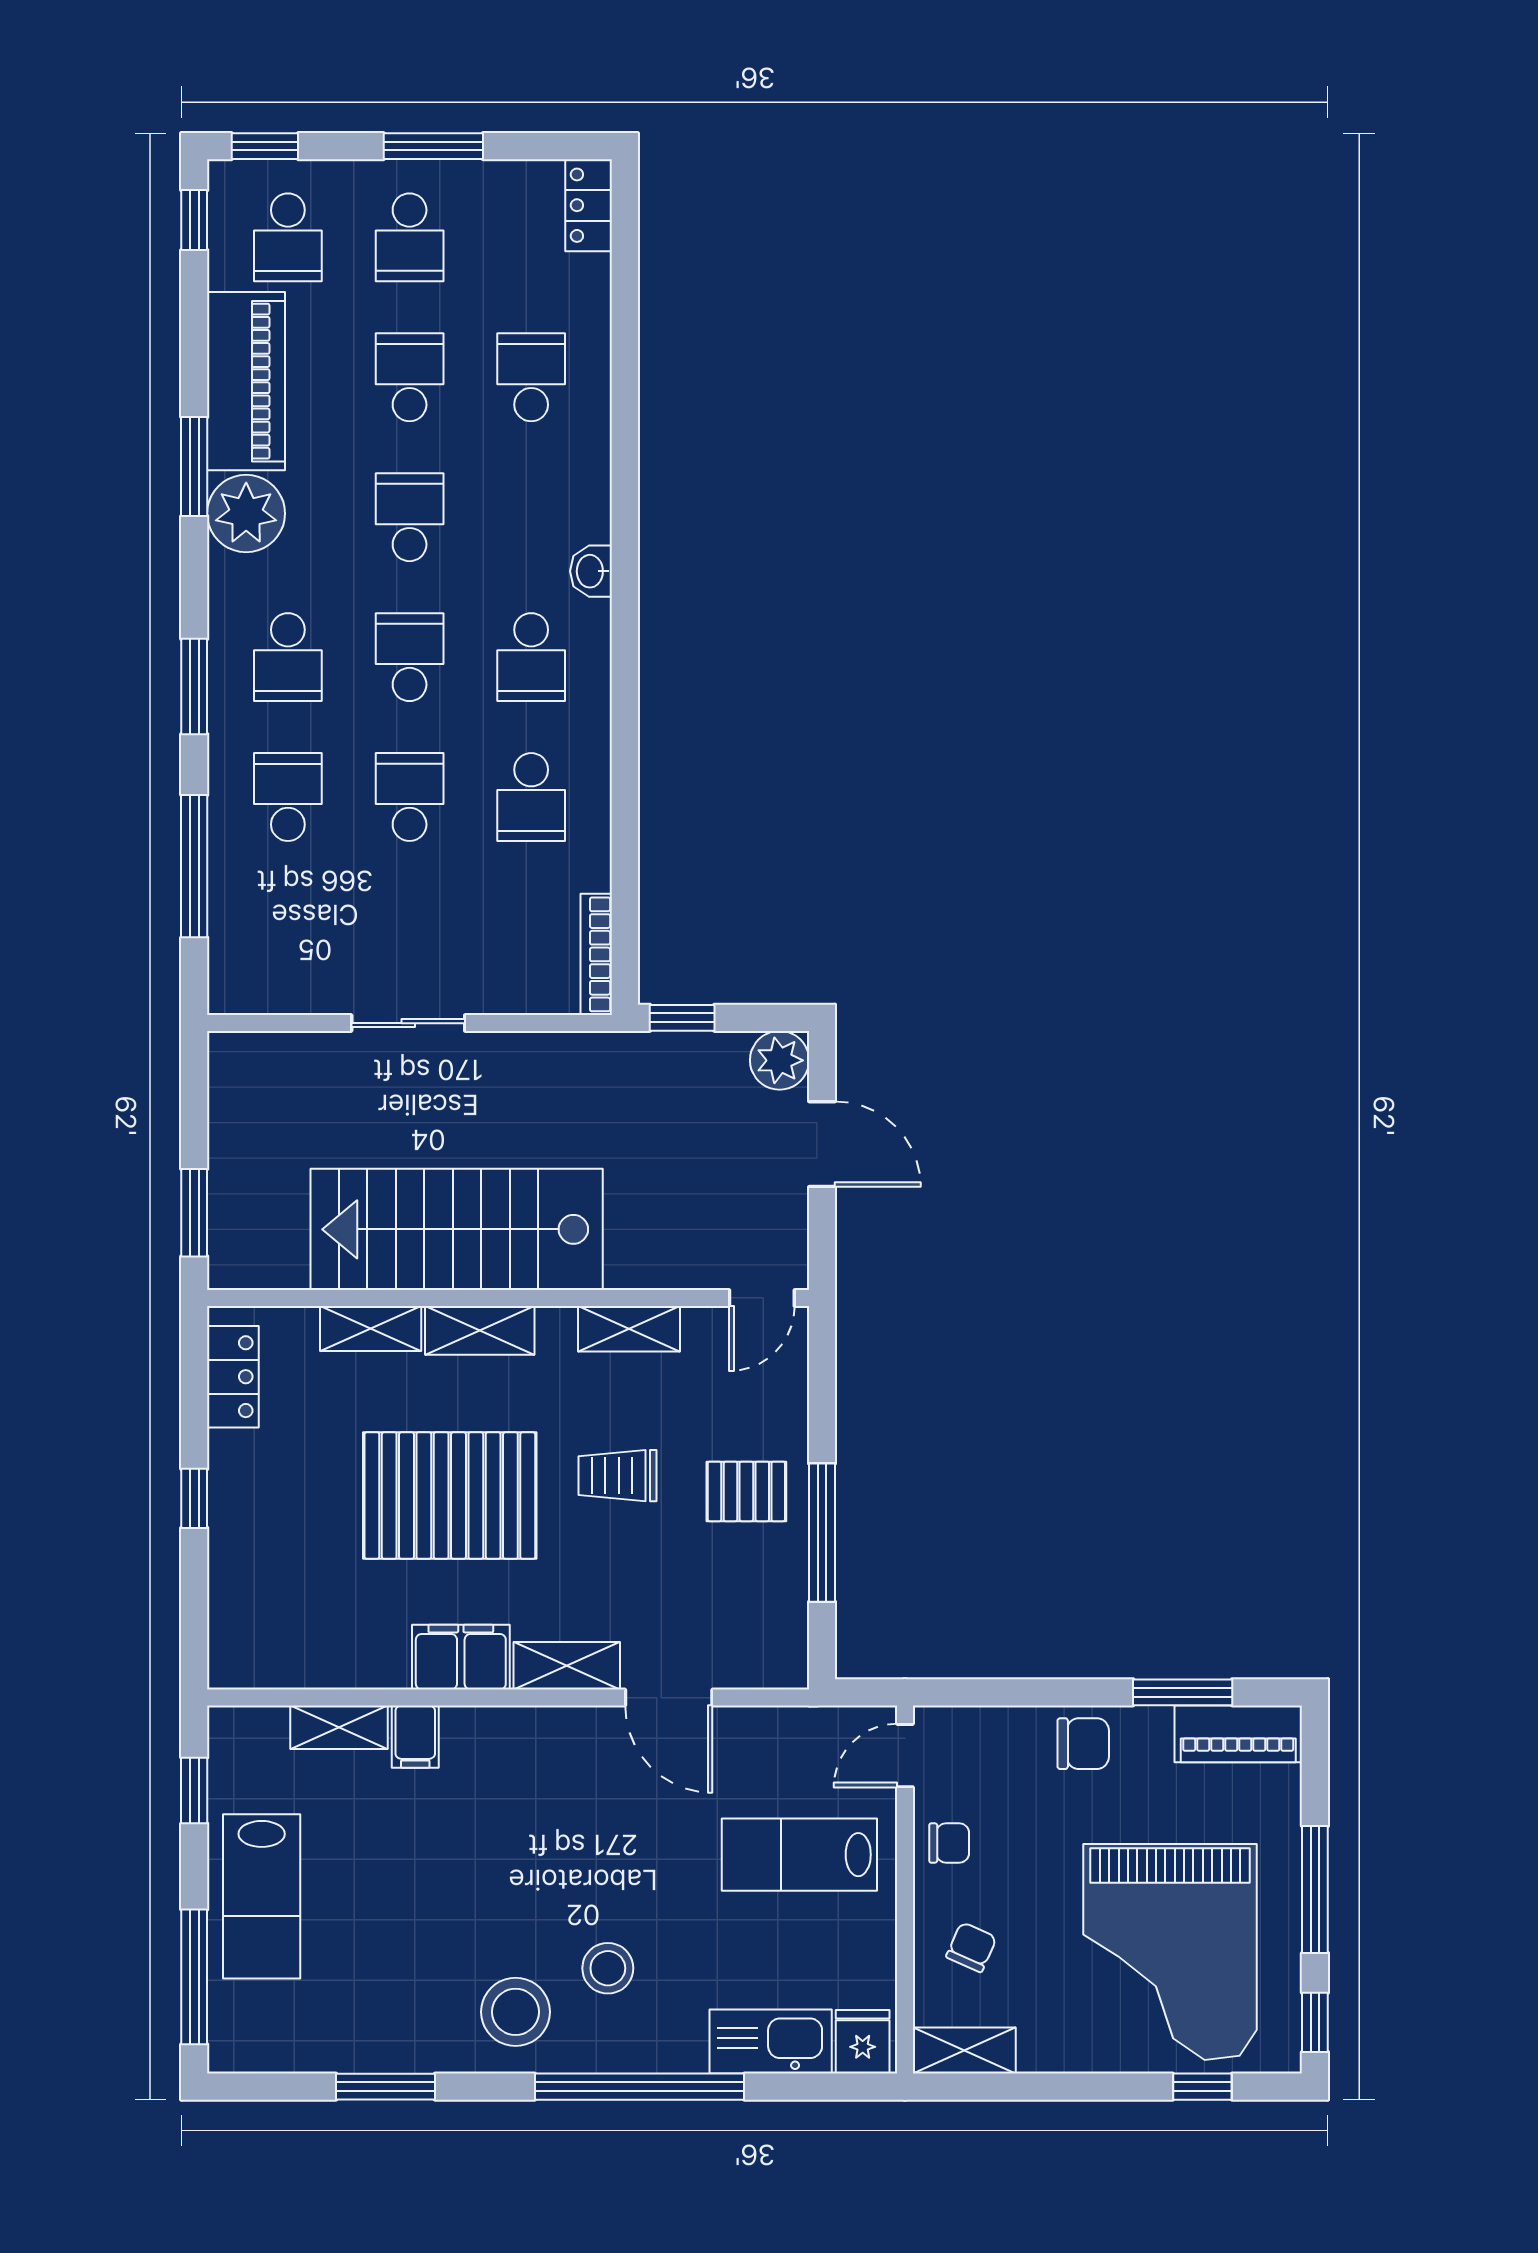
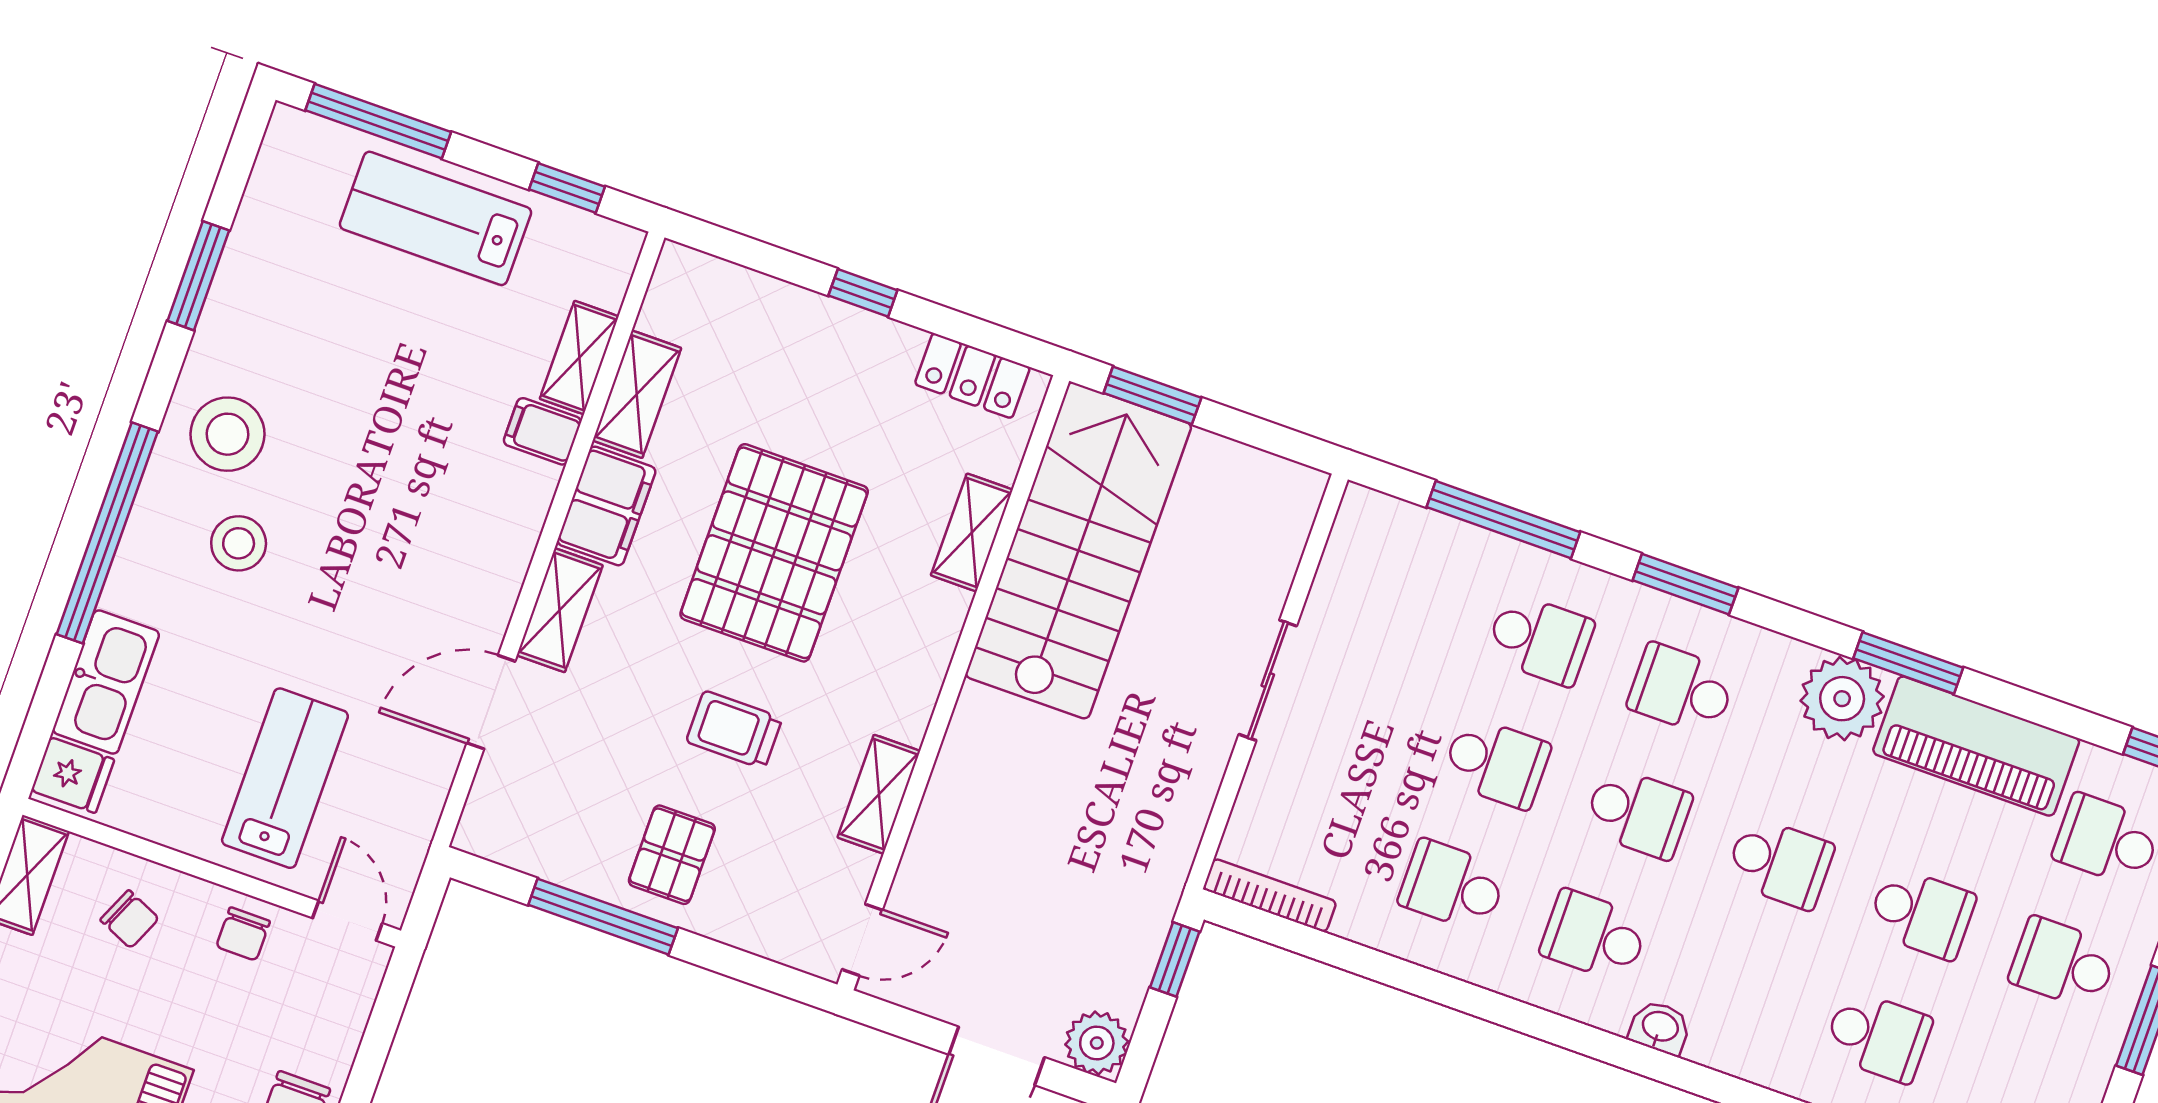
stairs: (457, 1229) -> (1078, 550), moved
door: (762, 1298) -> (862, 940), swing flipped
shelving: (480, 1330) -> (637, 394), moved
trolley: (617, 1476) -> (734, 730), turned -90

